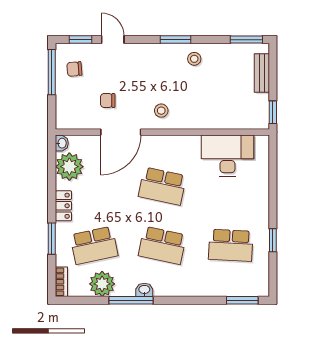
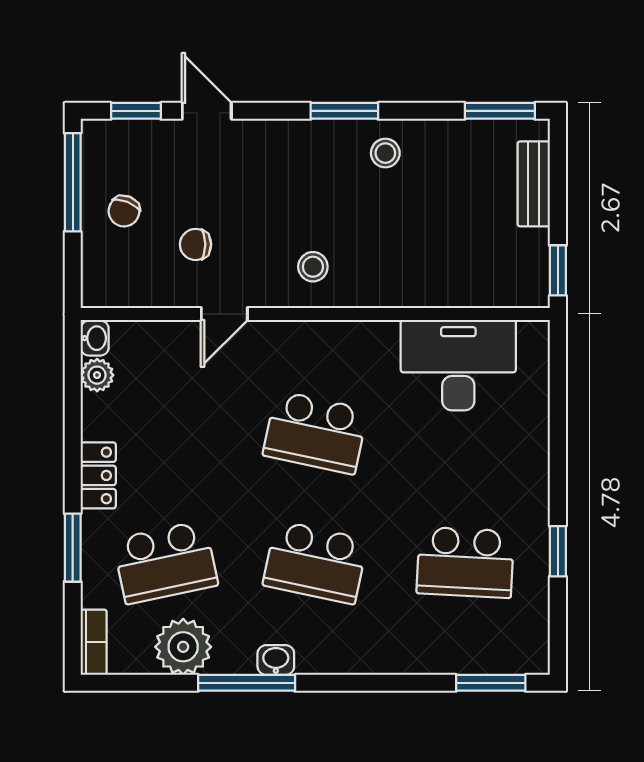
chair: (74, 69) -> (124, 211), moved, turned -63
door: (121, 132) -> (224, 314), width x0.53
plant: (69, 167) -> (97, 375), width x0.53, depth x0.53

